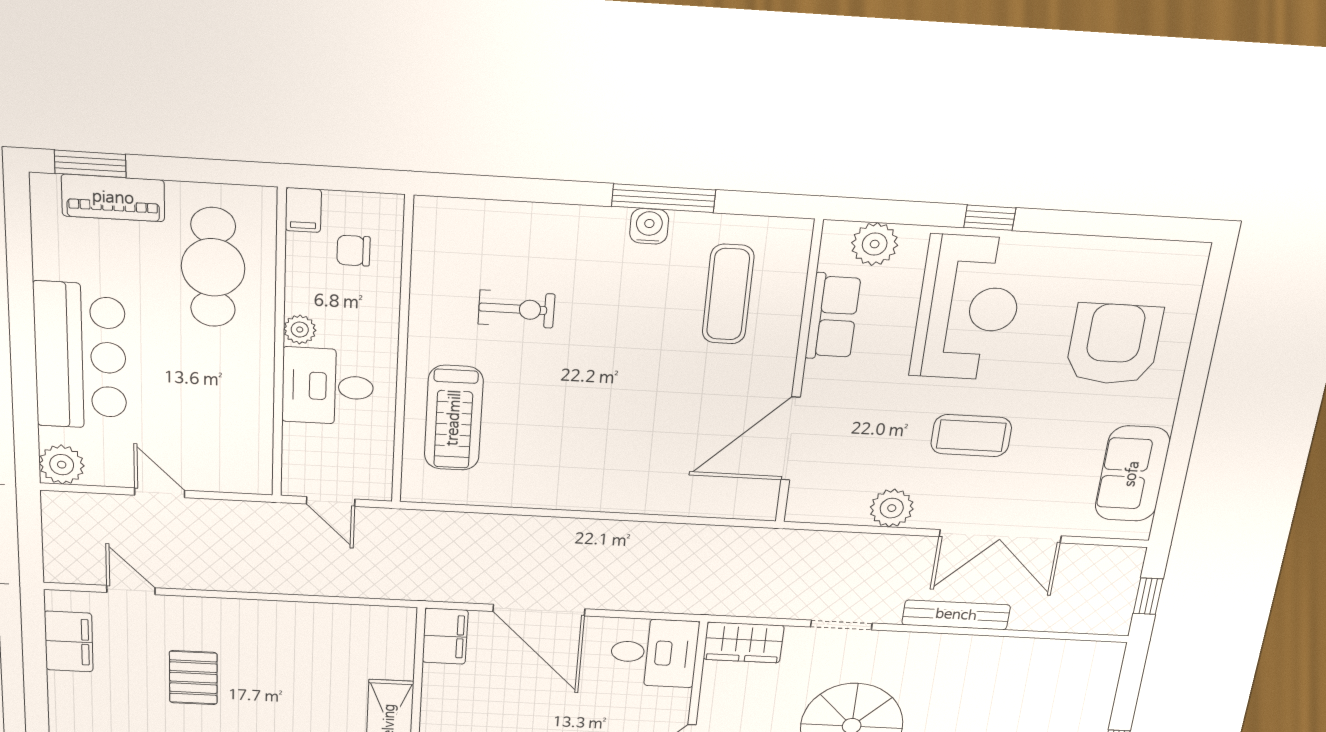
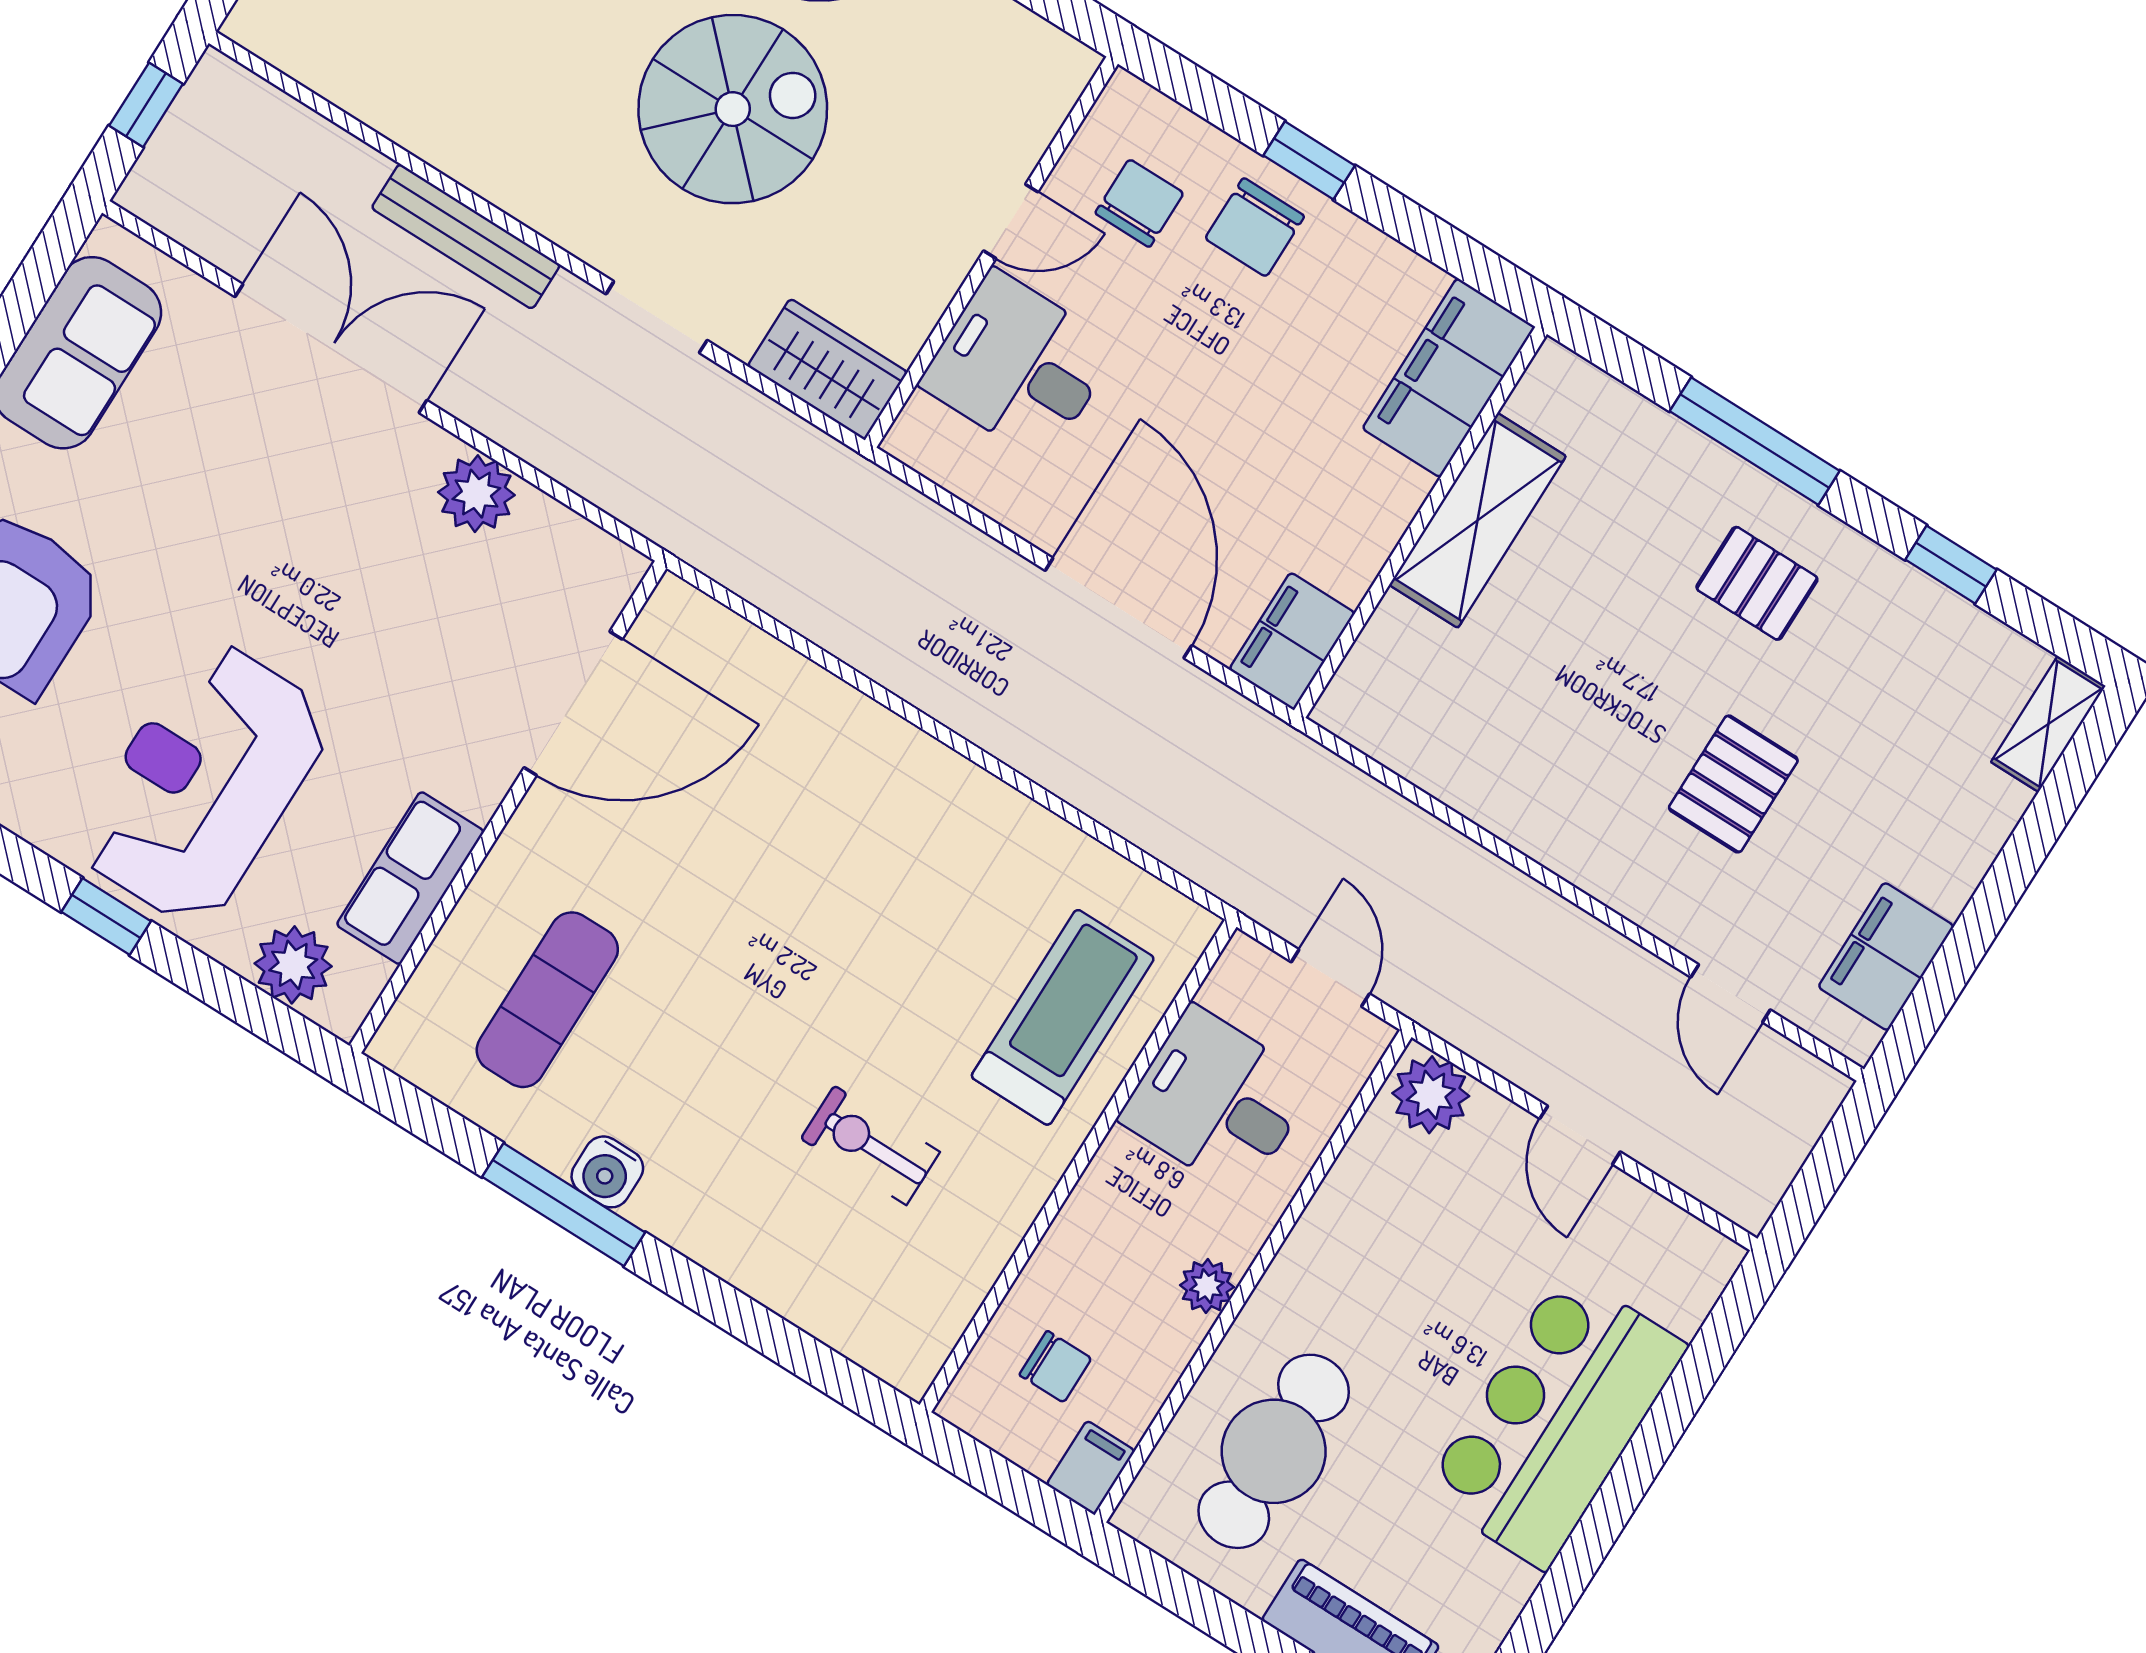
desk: (328, 386) -> (1217, 1101), moved, turned 180
coffee table: (971, 436) -> (296, 558), removed
plant: (62, 465) -> (1431, 1095), moved
desk: (654, 653) -> (1019, 366), moved

